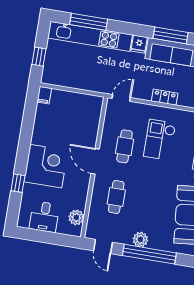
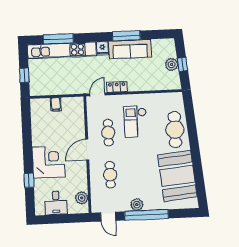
filing cabinet: (44, 95) -> (56, 104), moved
locker: (165, 97) -> (117, 87), moved
door: (95, 161) -> (87, 150), hinge flipped

